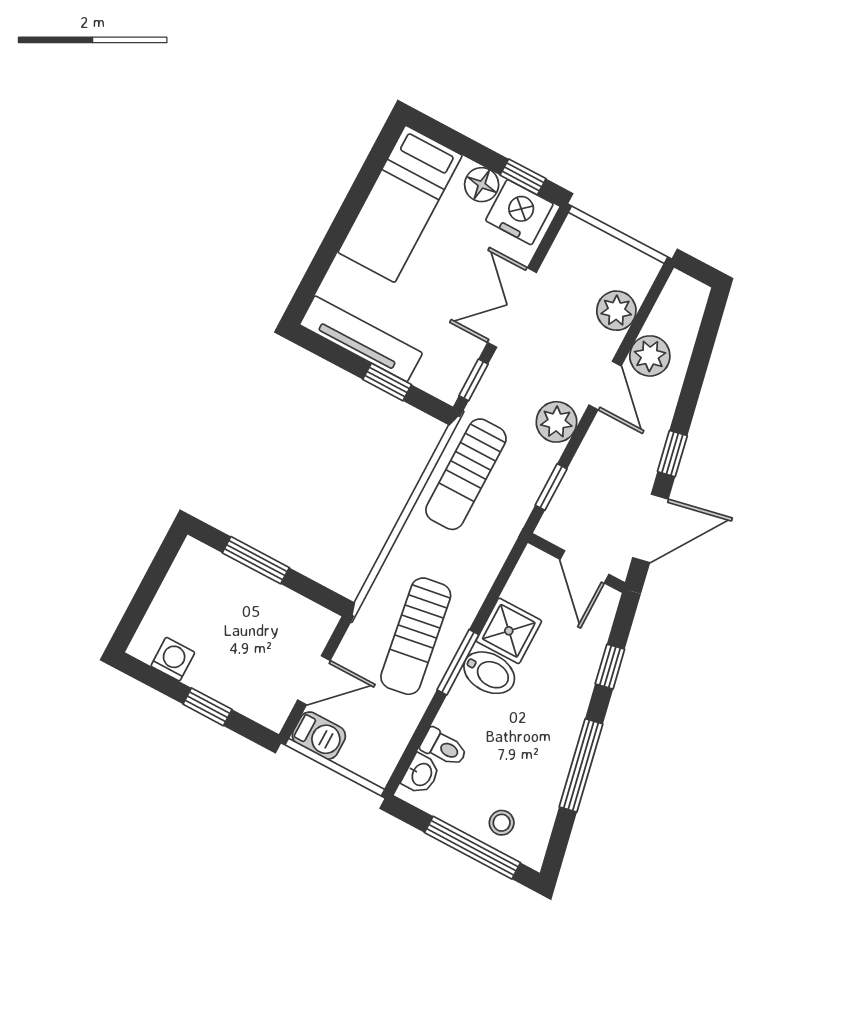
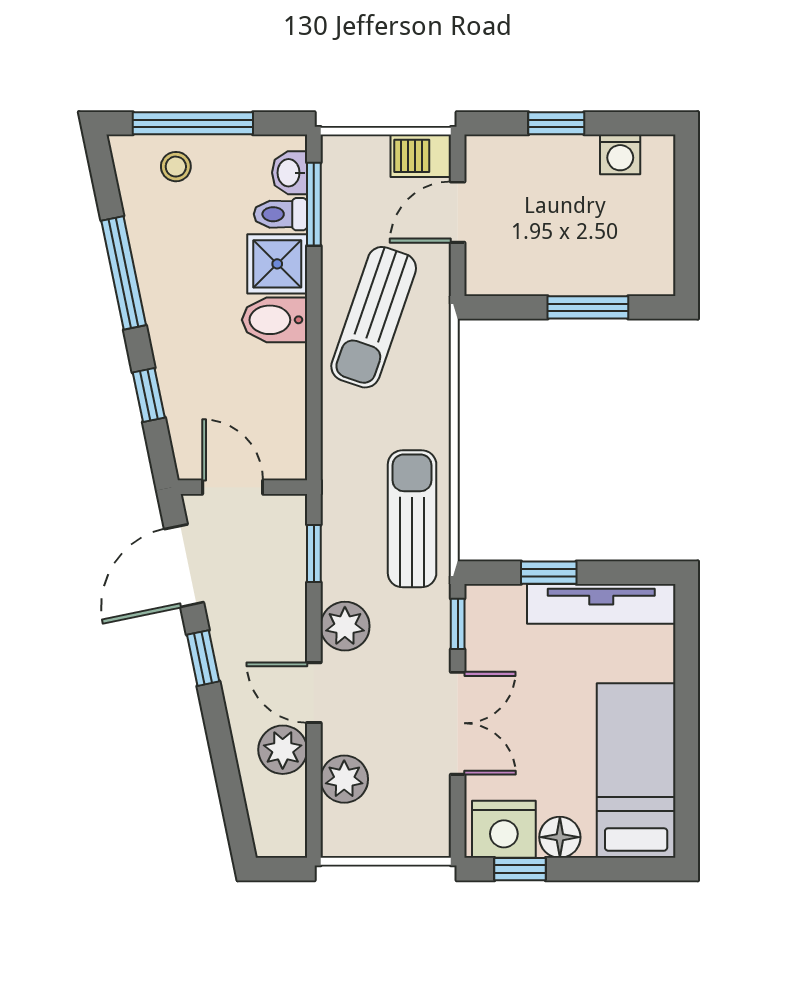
shower: (509, 631) -> (277, 264), moved
sun lounger: (416, 636) -> (374, 317), turned -152
window: (458, 662) -> (314, 204), moved

